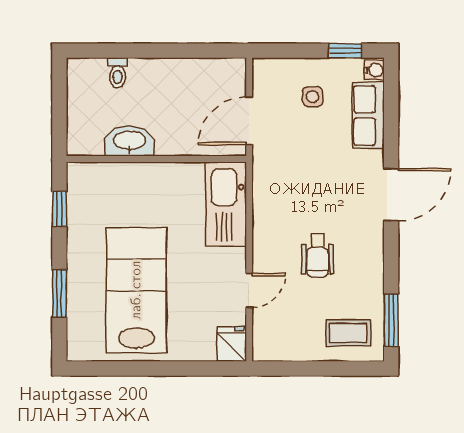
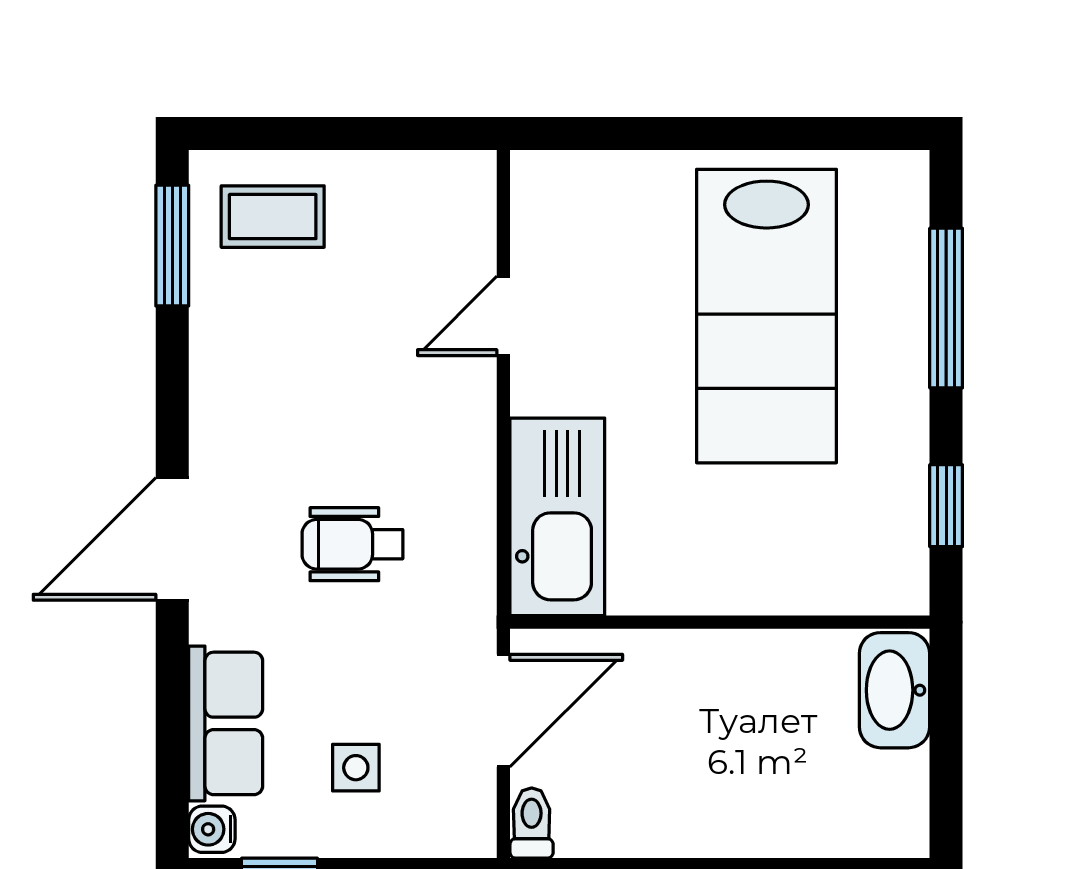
toilet: (118, 73) -> (532, 823), moved
washbasin: (130, 141) -> (894, 690), moved, turned 90
wheelchair: (318, 256) -> (352, 544), moved, turned -90
window: (59, 294) -> (946, 308), width x1.44
fridge: (232, 344) -> (544, 190), removed

